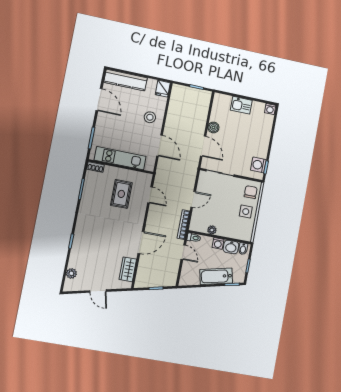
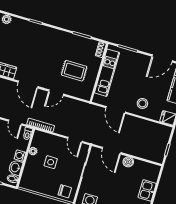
door: (160, 145) -> (116, 110), hinge flipped
door: (203, 146) -> (112, 151), hinge flipped
door: (150, 195) -> (56, 93), moved
door: (193, 199) -> (75, 140), moved
side table: (246, 212) -> (51, 162), moved
door: (183, 252) -> (15, 123), hinge flipped

